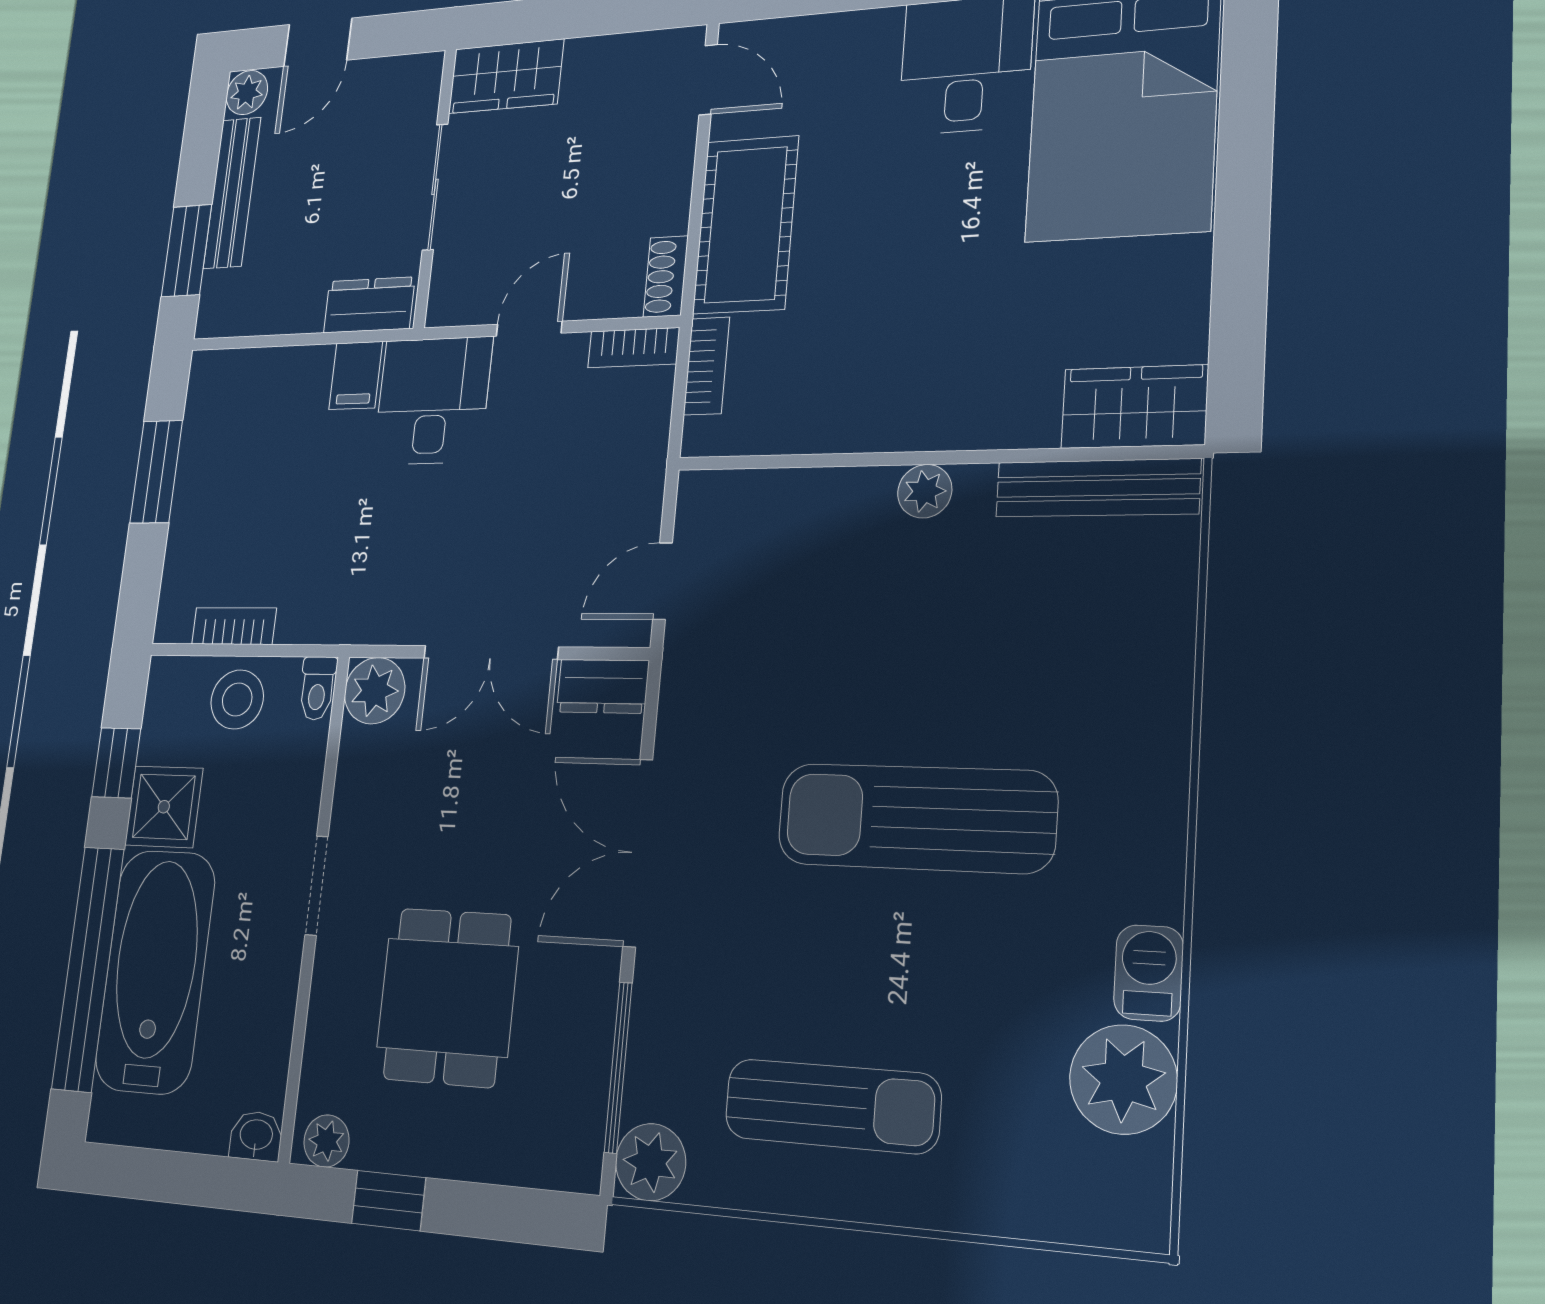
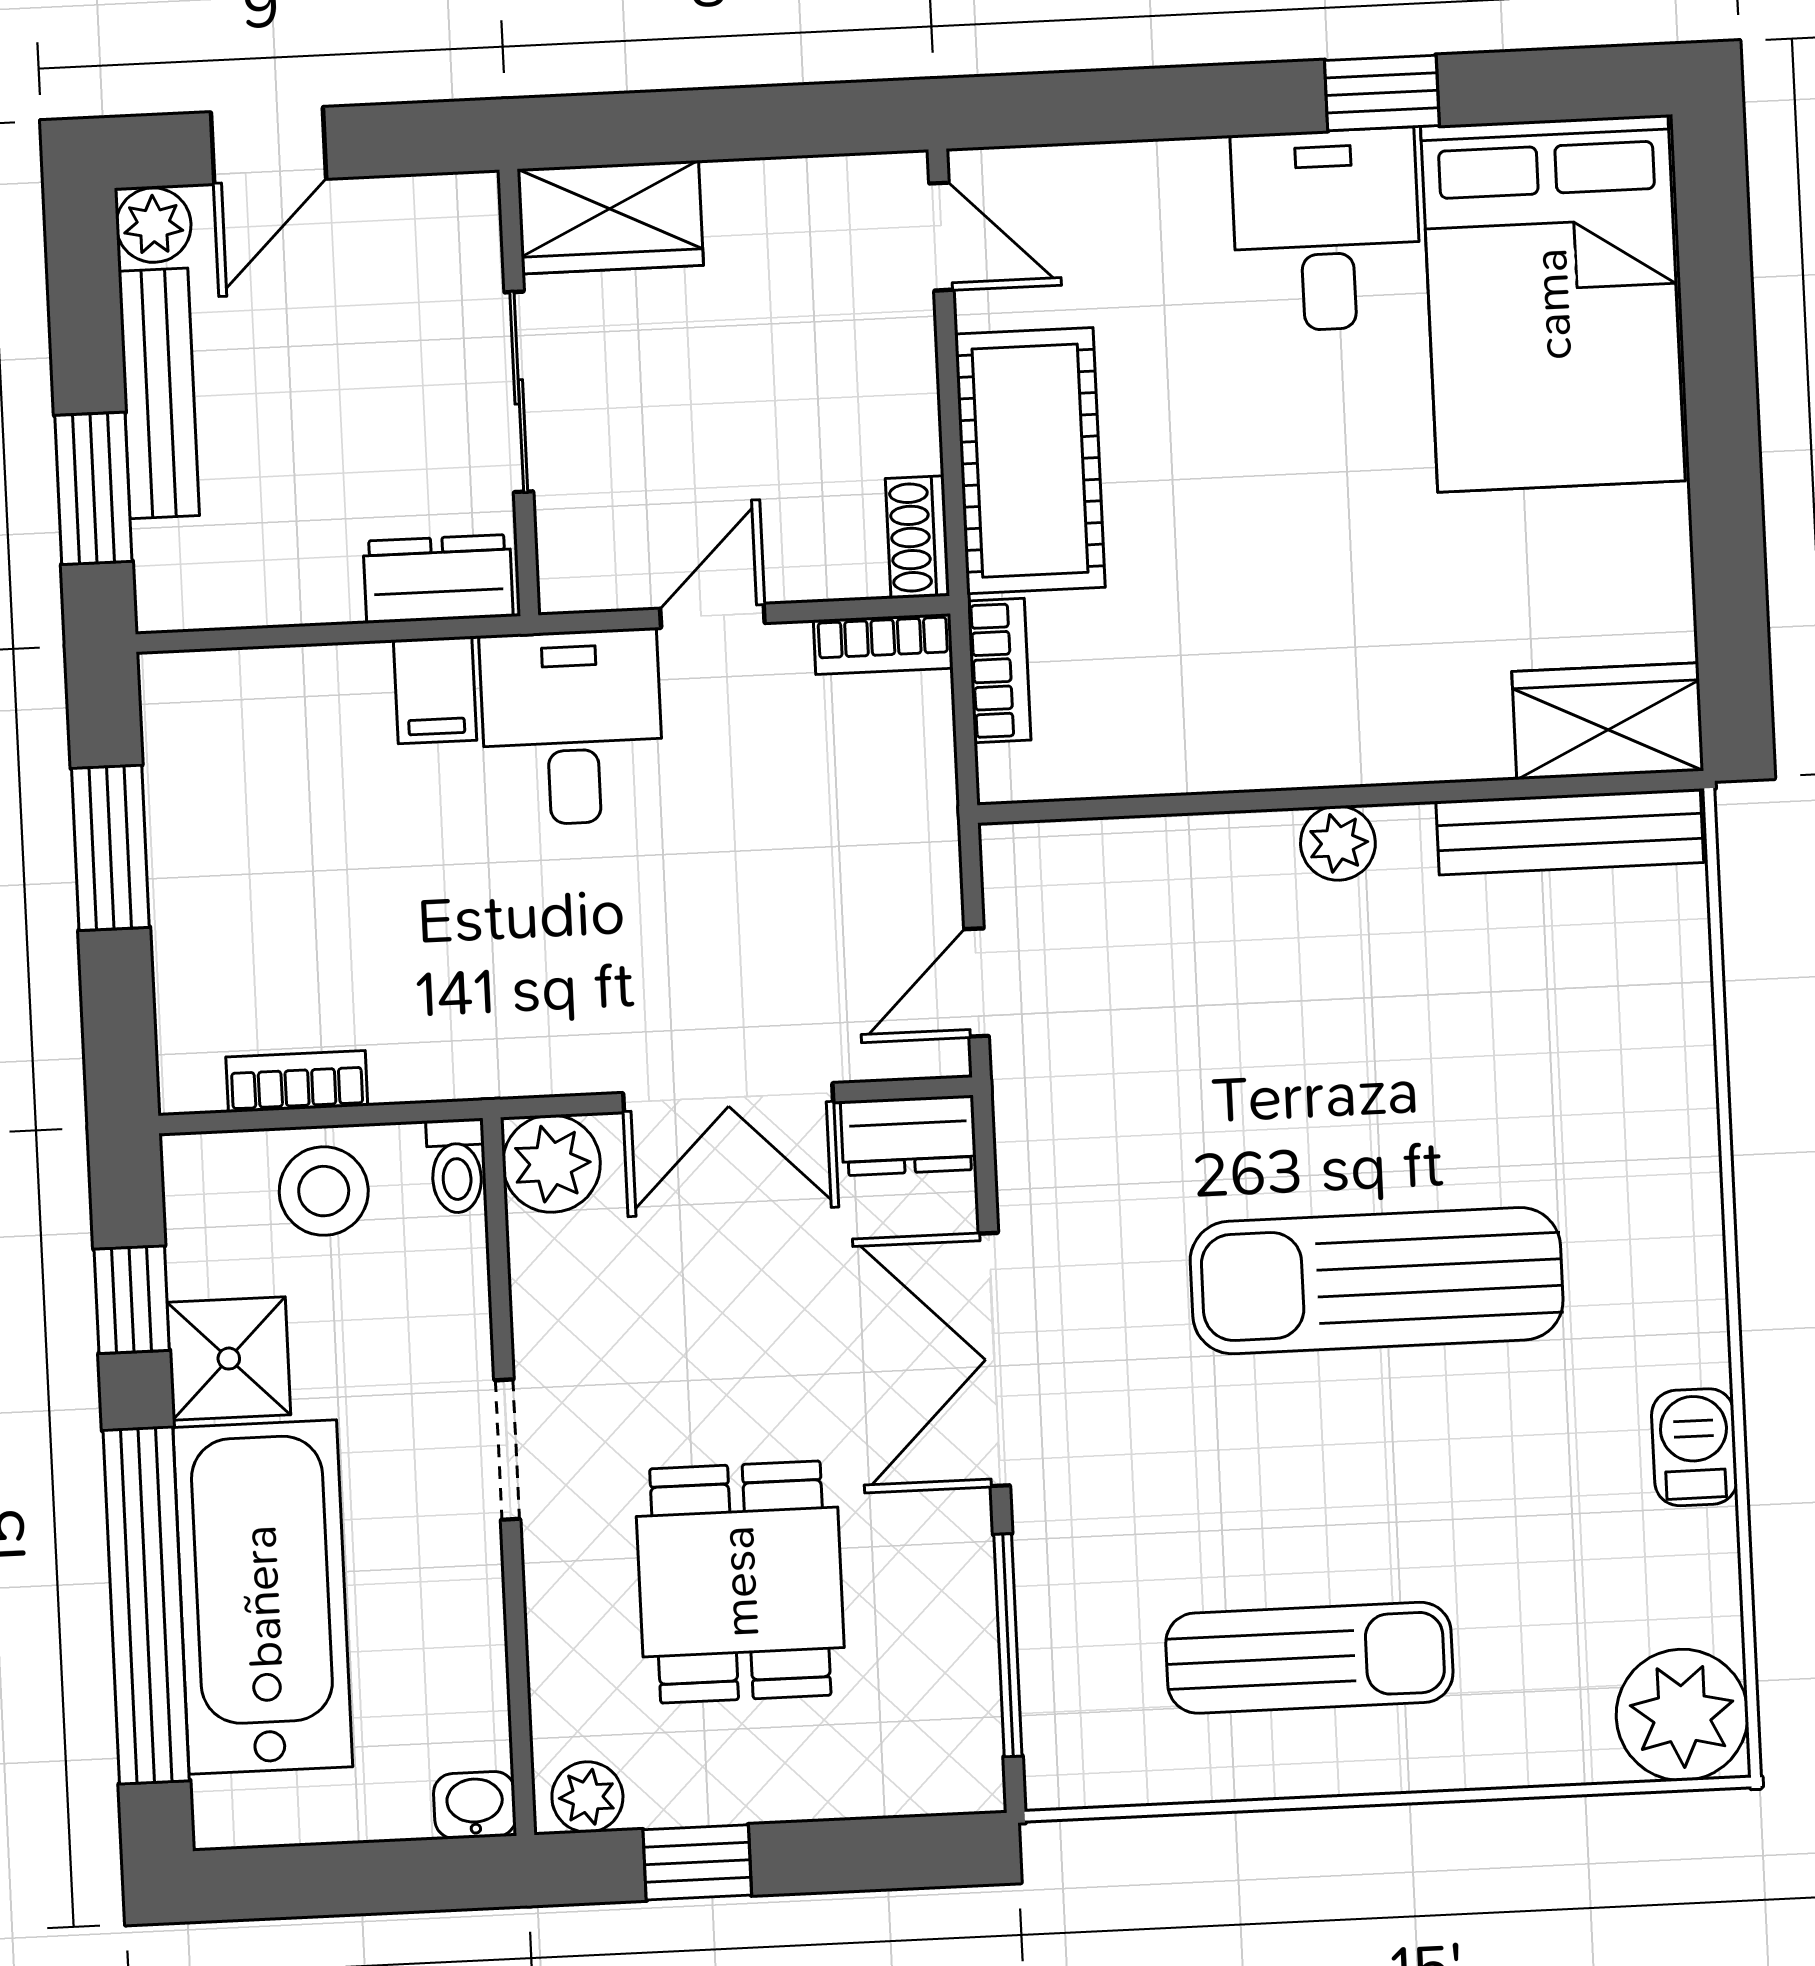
plant: (1123, 1079) -> (1682, 1715), moved
plant: (651, 1162) -> (1071, 1760), removed

